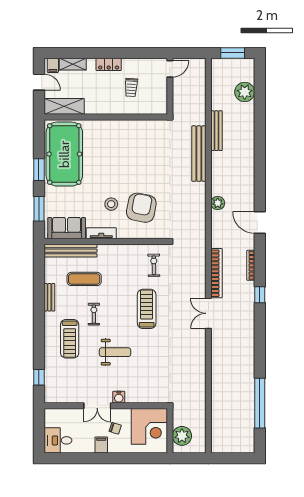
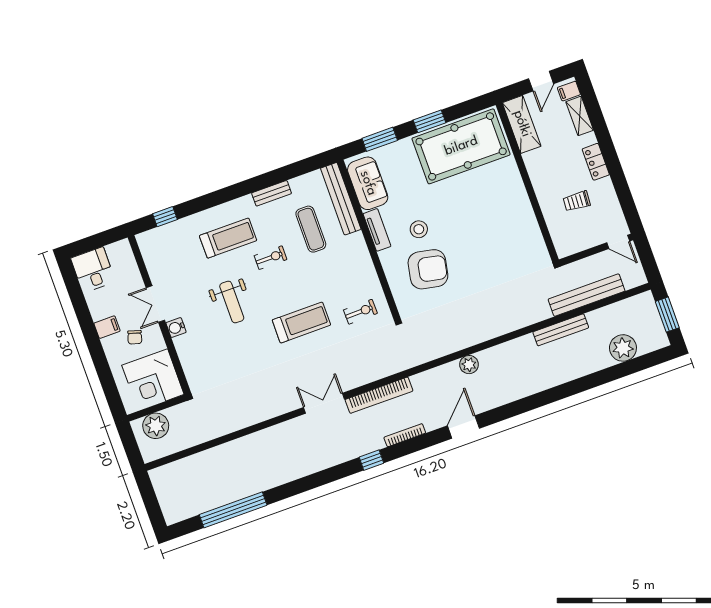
bench: (199, 154) -> (587, 295), moved
treadmill: (70, 339) -> (228, 238), turned 180

